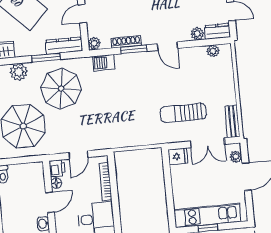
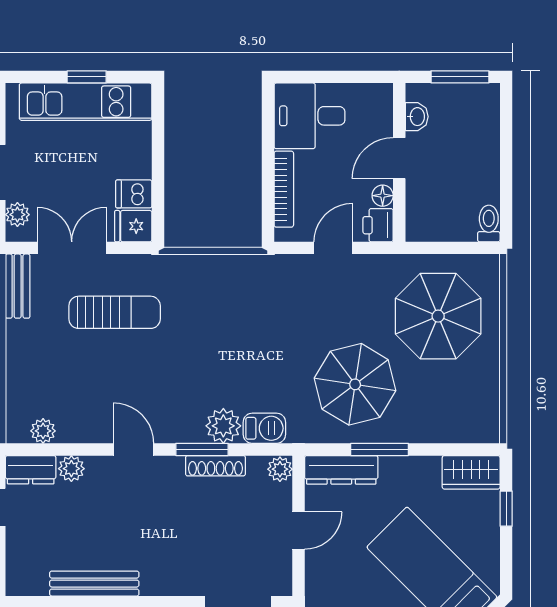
plant: (19, 72) -> (223, 426), moved
dishwasher: (179, 172) -> (134, 194), added

